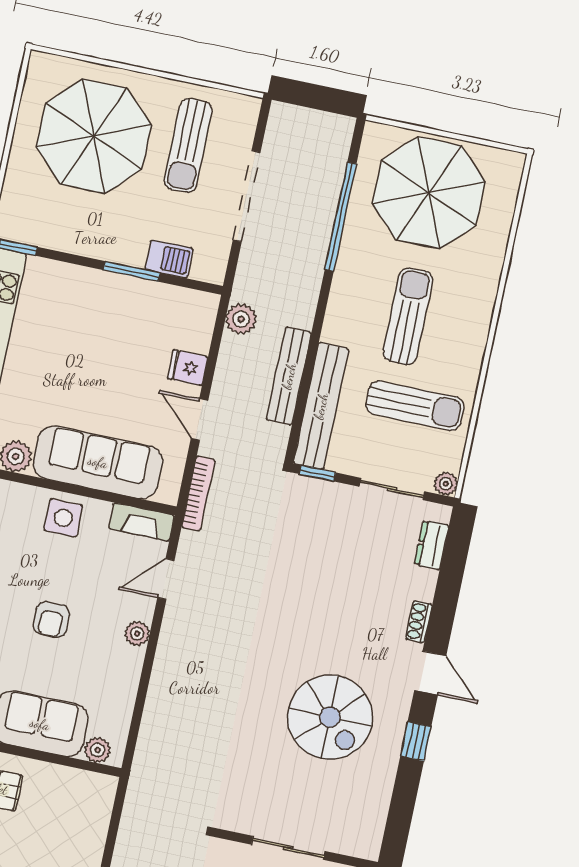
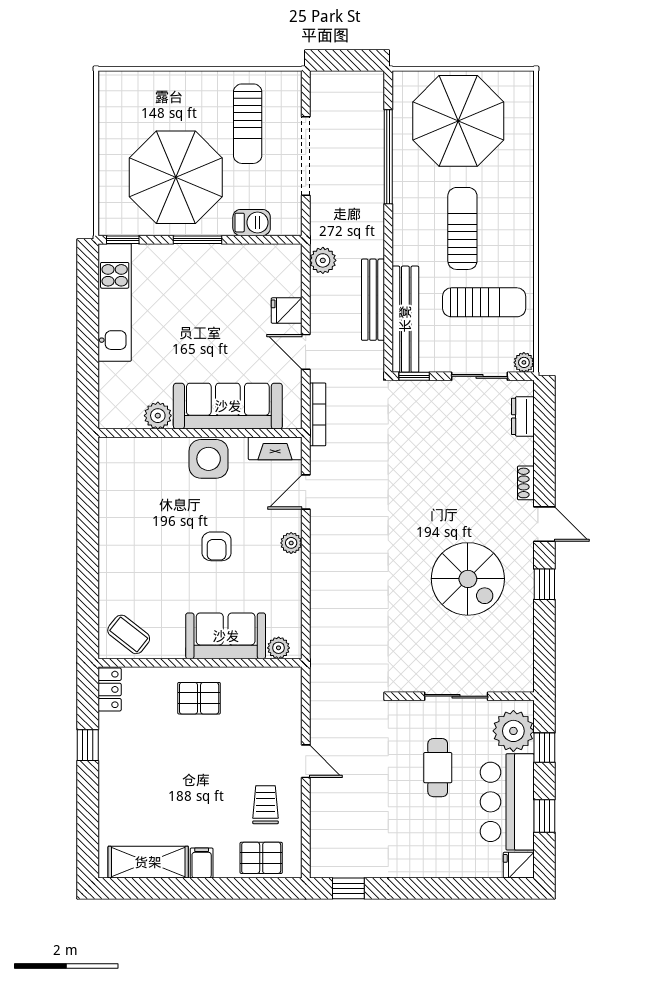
parasol: (94, 136) -> (176, 177), moved
window: (132, 271) -> (198, 240), moved
side table: (63, 518) -> (209, 459), width x1.37, depth x1.37

